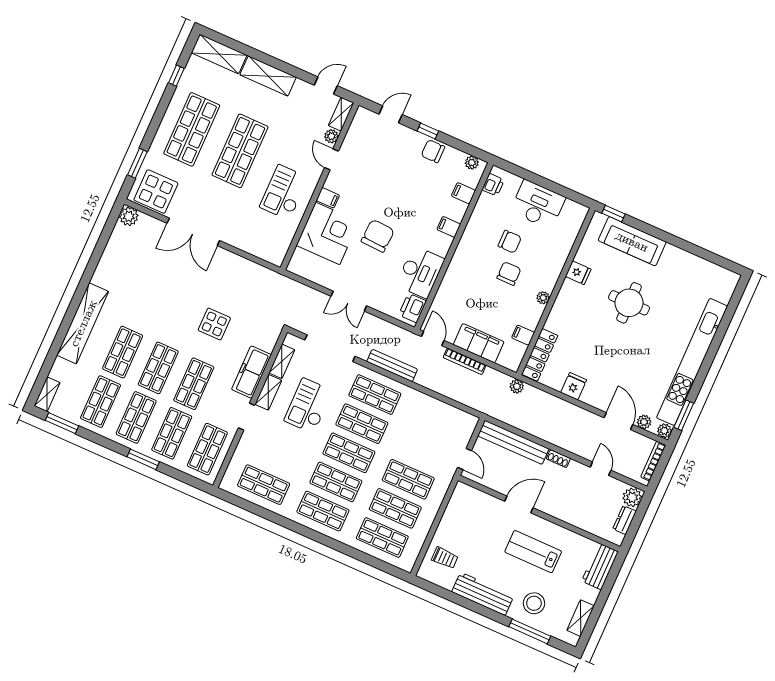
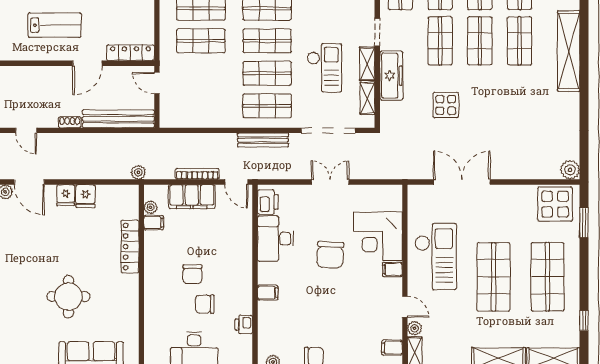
printer: (493, 185) -> (244, 325), moved
checkout: (284, 192) -> (436, 256), width x1.36, depth x1.21
filing cabinet: (464, 193) -> (392, 348), moved, turned 180
double door: (193, 232) -> (462, 182), moved
fridge: (578, 273) -> (66, 195), moved, turned -90
plant: (543, 298) -> (151, 207), moved
locker: (540, 355) -> (130, 247), moved
locker: (476, 497) -> (130, 53), added

